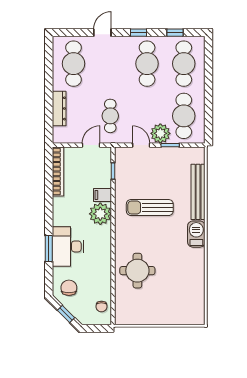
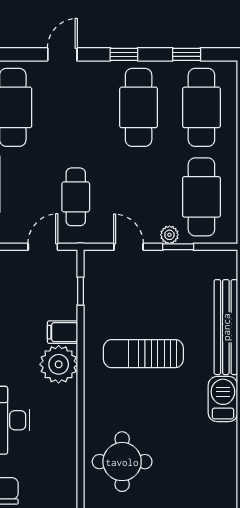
plant: (160, 133) -> (169, 235), width x0.53, depth x0.53

